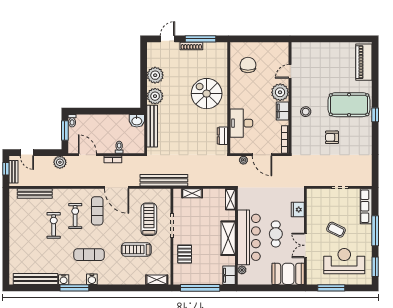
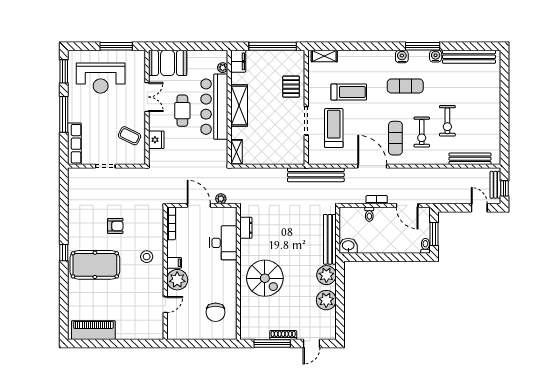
piano: (364, 62) -> (93, 330), moved, turned -90
filing cabinet: (283, 111) -> (174, 263), width x0.50
plant: (60, 162) -> (440, 196), removed
shelving: (192, 193) -> (282, 159), removed
treadmill: (149, 219) -> (334, 128), turned 180
coffee table: (336, 230) -> (130, 136), moved

